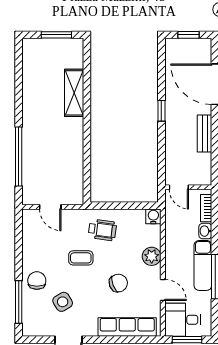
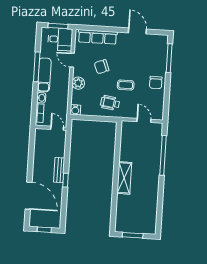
shelving: (74, 93) -> (124, 178), moved
bench: (205, 133) -> (59, 170), moved
chair: (37, 281) -> (156, 83), moved
side table: (63, 302) -> (140, 56), removed

